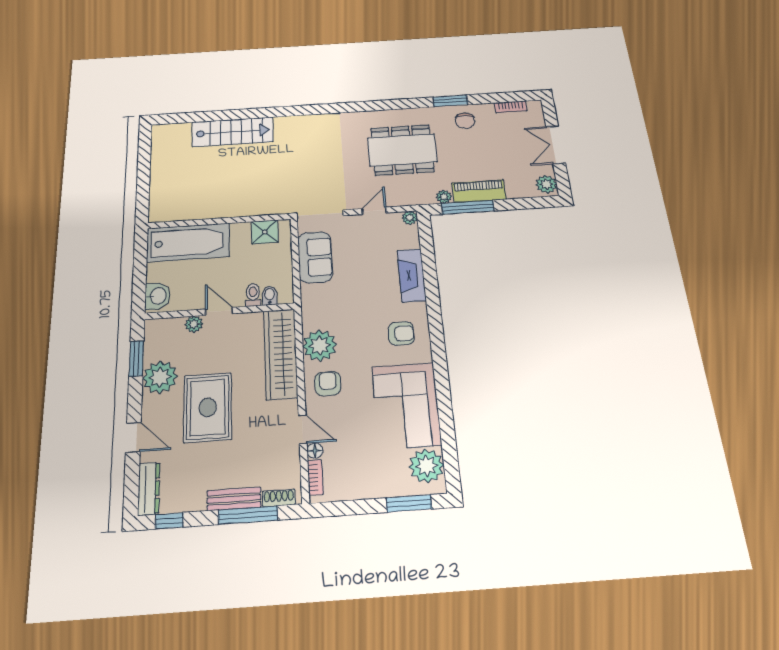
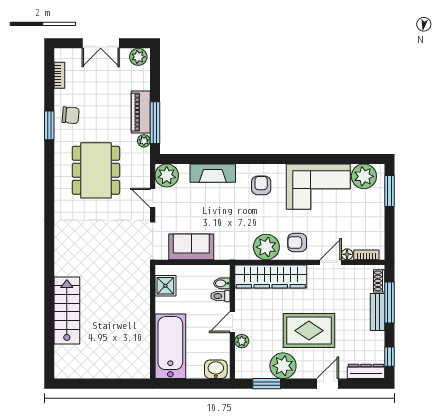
plant: (410, 218) -> (167, 175), width x1.88, depth x1.88

